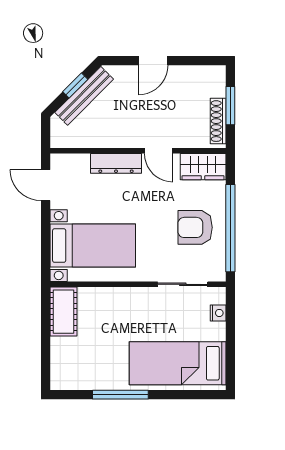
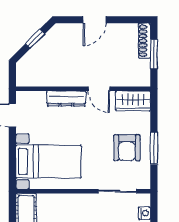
bench: (84, 96) -> (42, 47), removed
shoe rack: (218, 121) -> (145, 41), moved
armchair: (195, 227) -> (127, 148), turned -90
window: (230, 228) -> (154, 148), width x0.47

